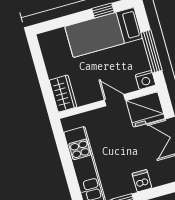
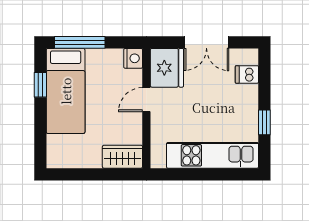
window: (152, 51) -> (80, 42), moved
dishwasher: (142, 181) -> (247, 74), moved

